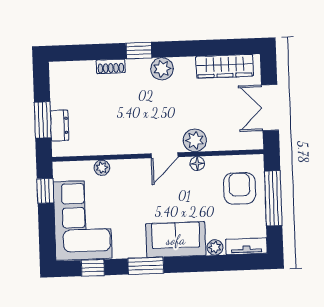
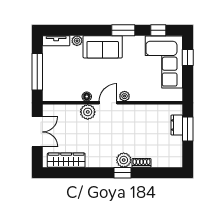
plant: (162, 69) -> (124, 160), moved
plant: (102, 168) -> (125, 96), moved
armchair: (240, 188) -> (59, 79), removed
window: (45, 191) -> (188, 58), moved

